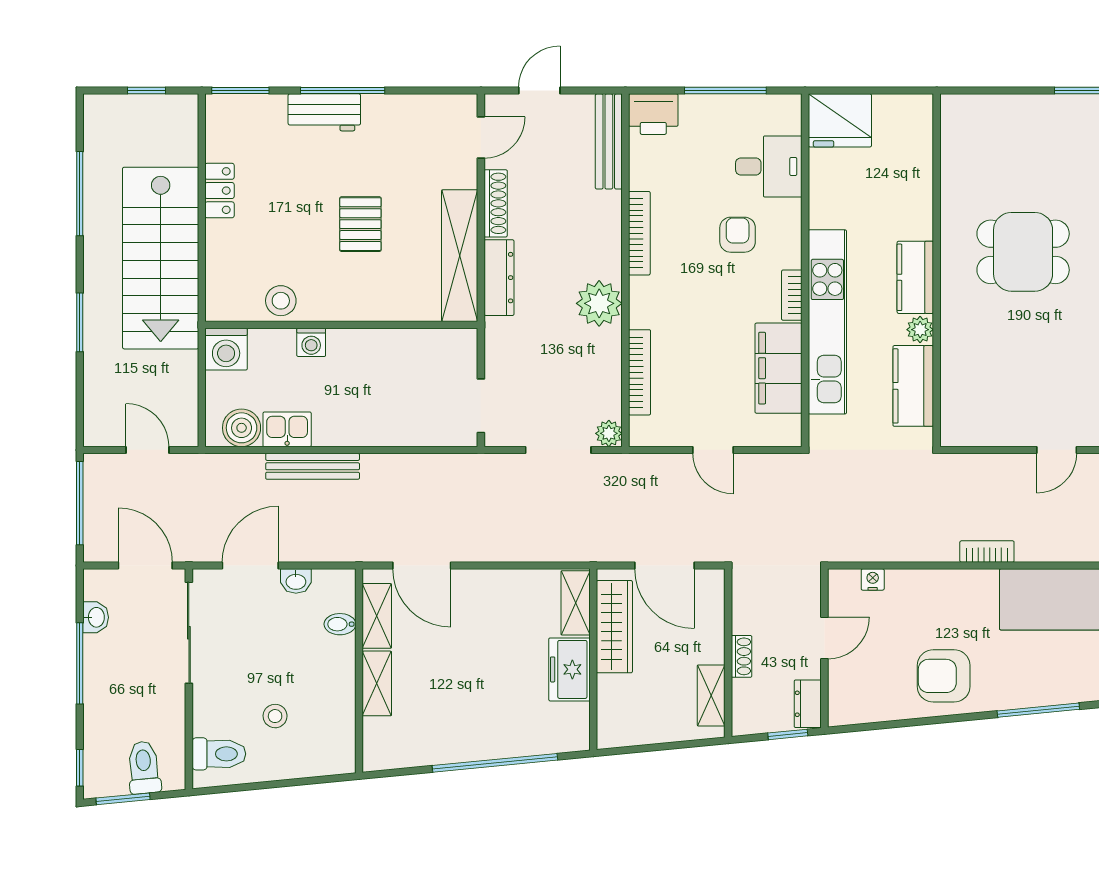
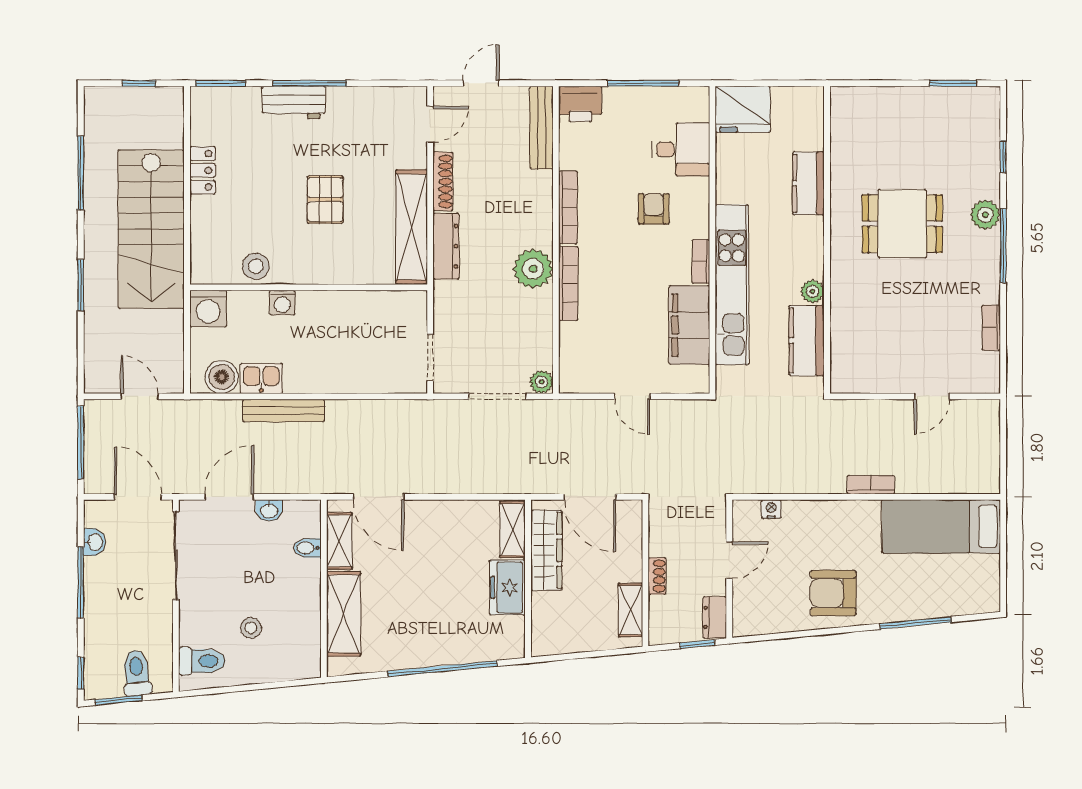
kitchen counter: (915, 277) -> (808, 183), moved
bookcase: (640, 372) -> (568, 283), moved
shelving: (377, 683) -> (344, 614), width x1.50, depth x1.33

